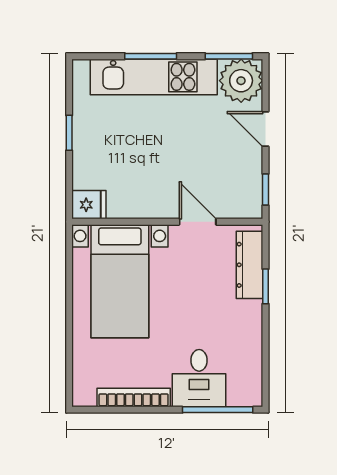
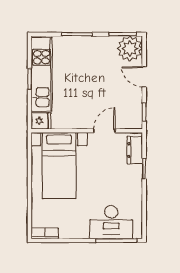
kitchen unit: (154, 77) -> (42, 74), moved, turned -90
door: (198, 222) -> (104, 131), hinge flipped
dresser: (249, 265) -> (135, 150), width x0.70
desk: (199, 378) -> (111, 222), width x1.37
bookcase: (134, 398) -> (45, 233), moved, width x0.64

